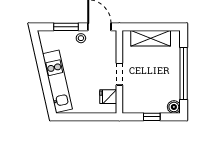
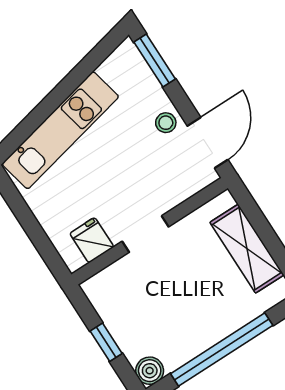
window: (66, 27) -> (155, 61), moved

